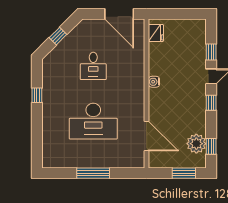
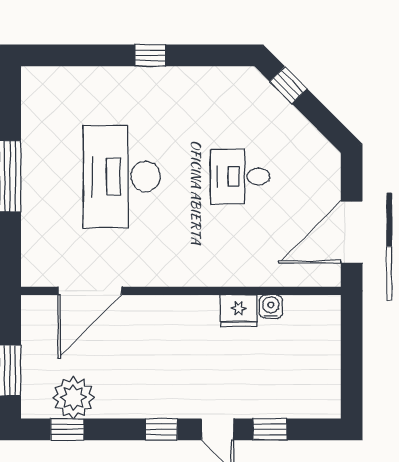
fridge: (156, 33) -> (238, 311), moved
window: (58, 36) -> (288, 85), moved
water cooler: (154, 82) -> (271, 307), moved
window: (37, 95) -> (150, 55), moved

